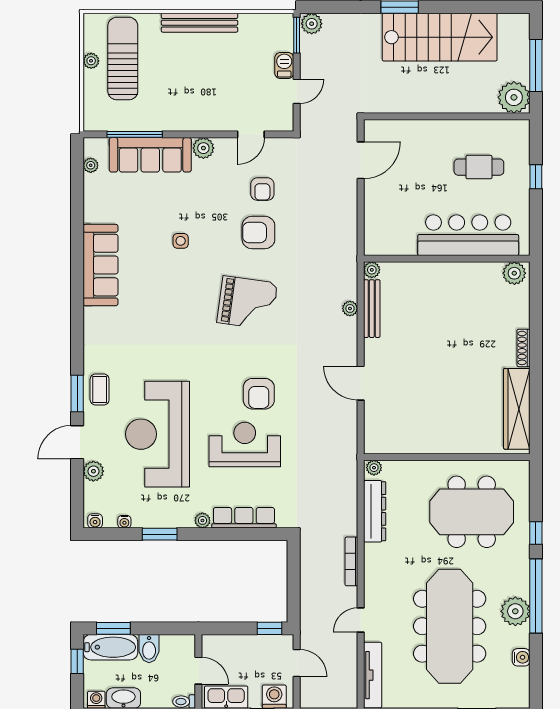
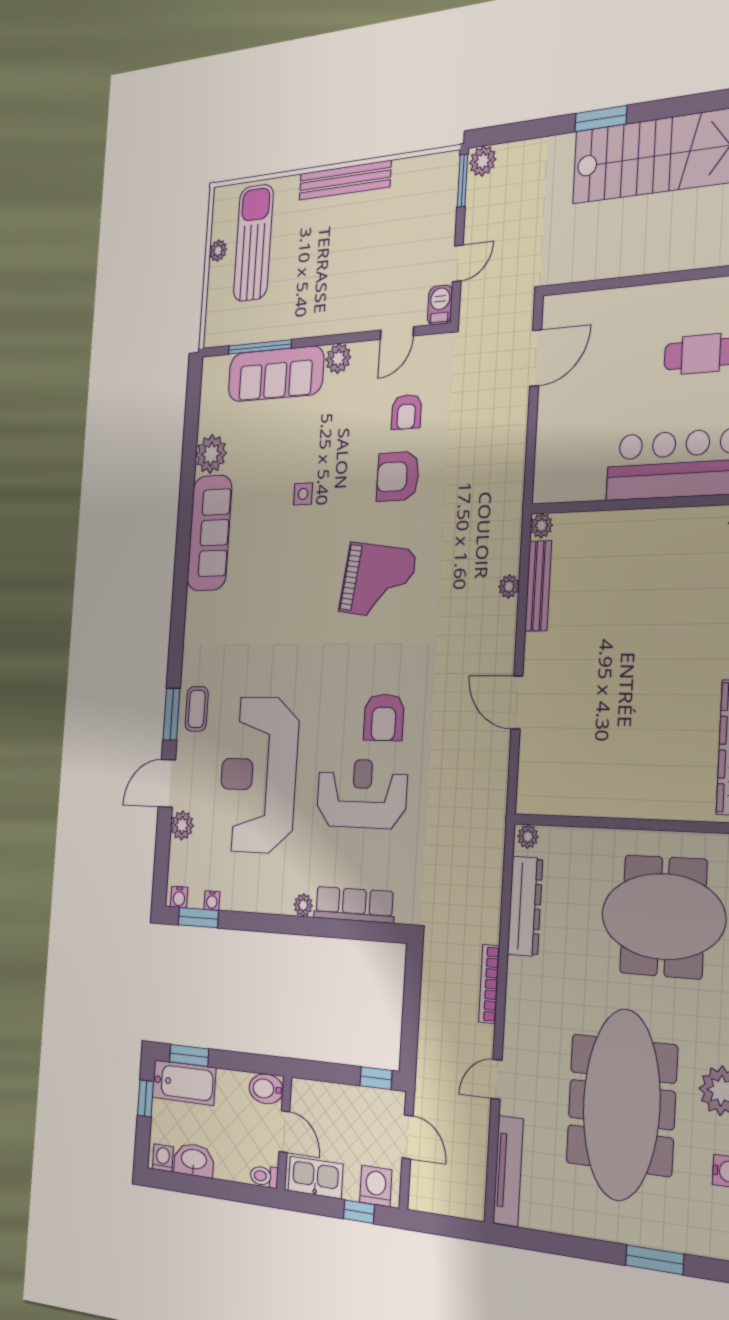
barbecue: (284, 66) -> (440, 305), moved
plant: (91, 165) -> (211, 454), moved, width x1.88, depth x1.88
window: (160, 534) -> (198, 918), moved
bidet: (149, 649) -> (266, 1089), moved, turned 90

